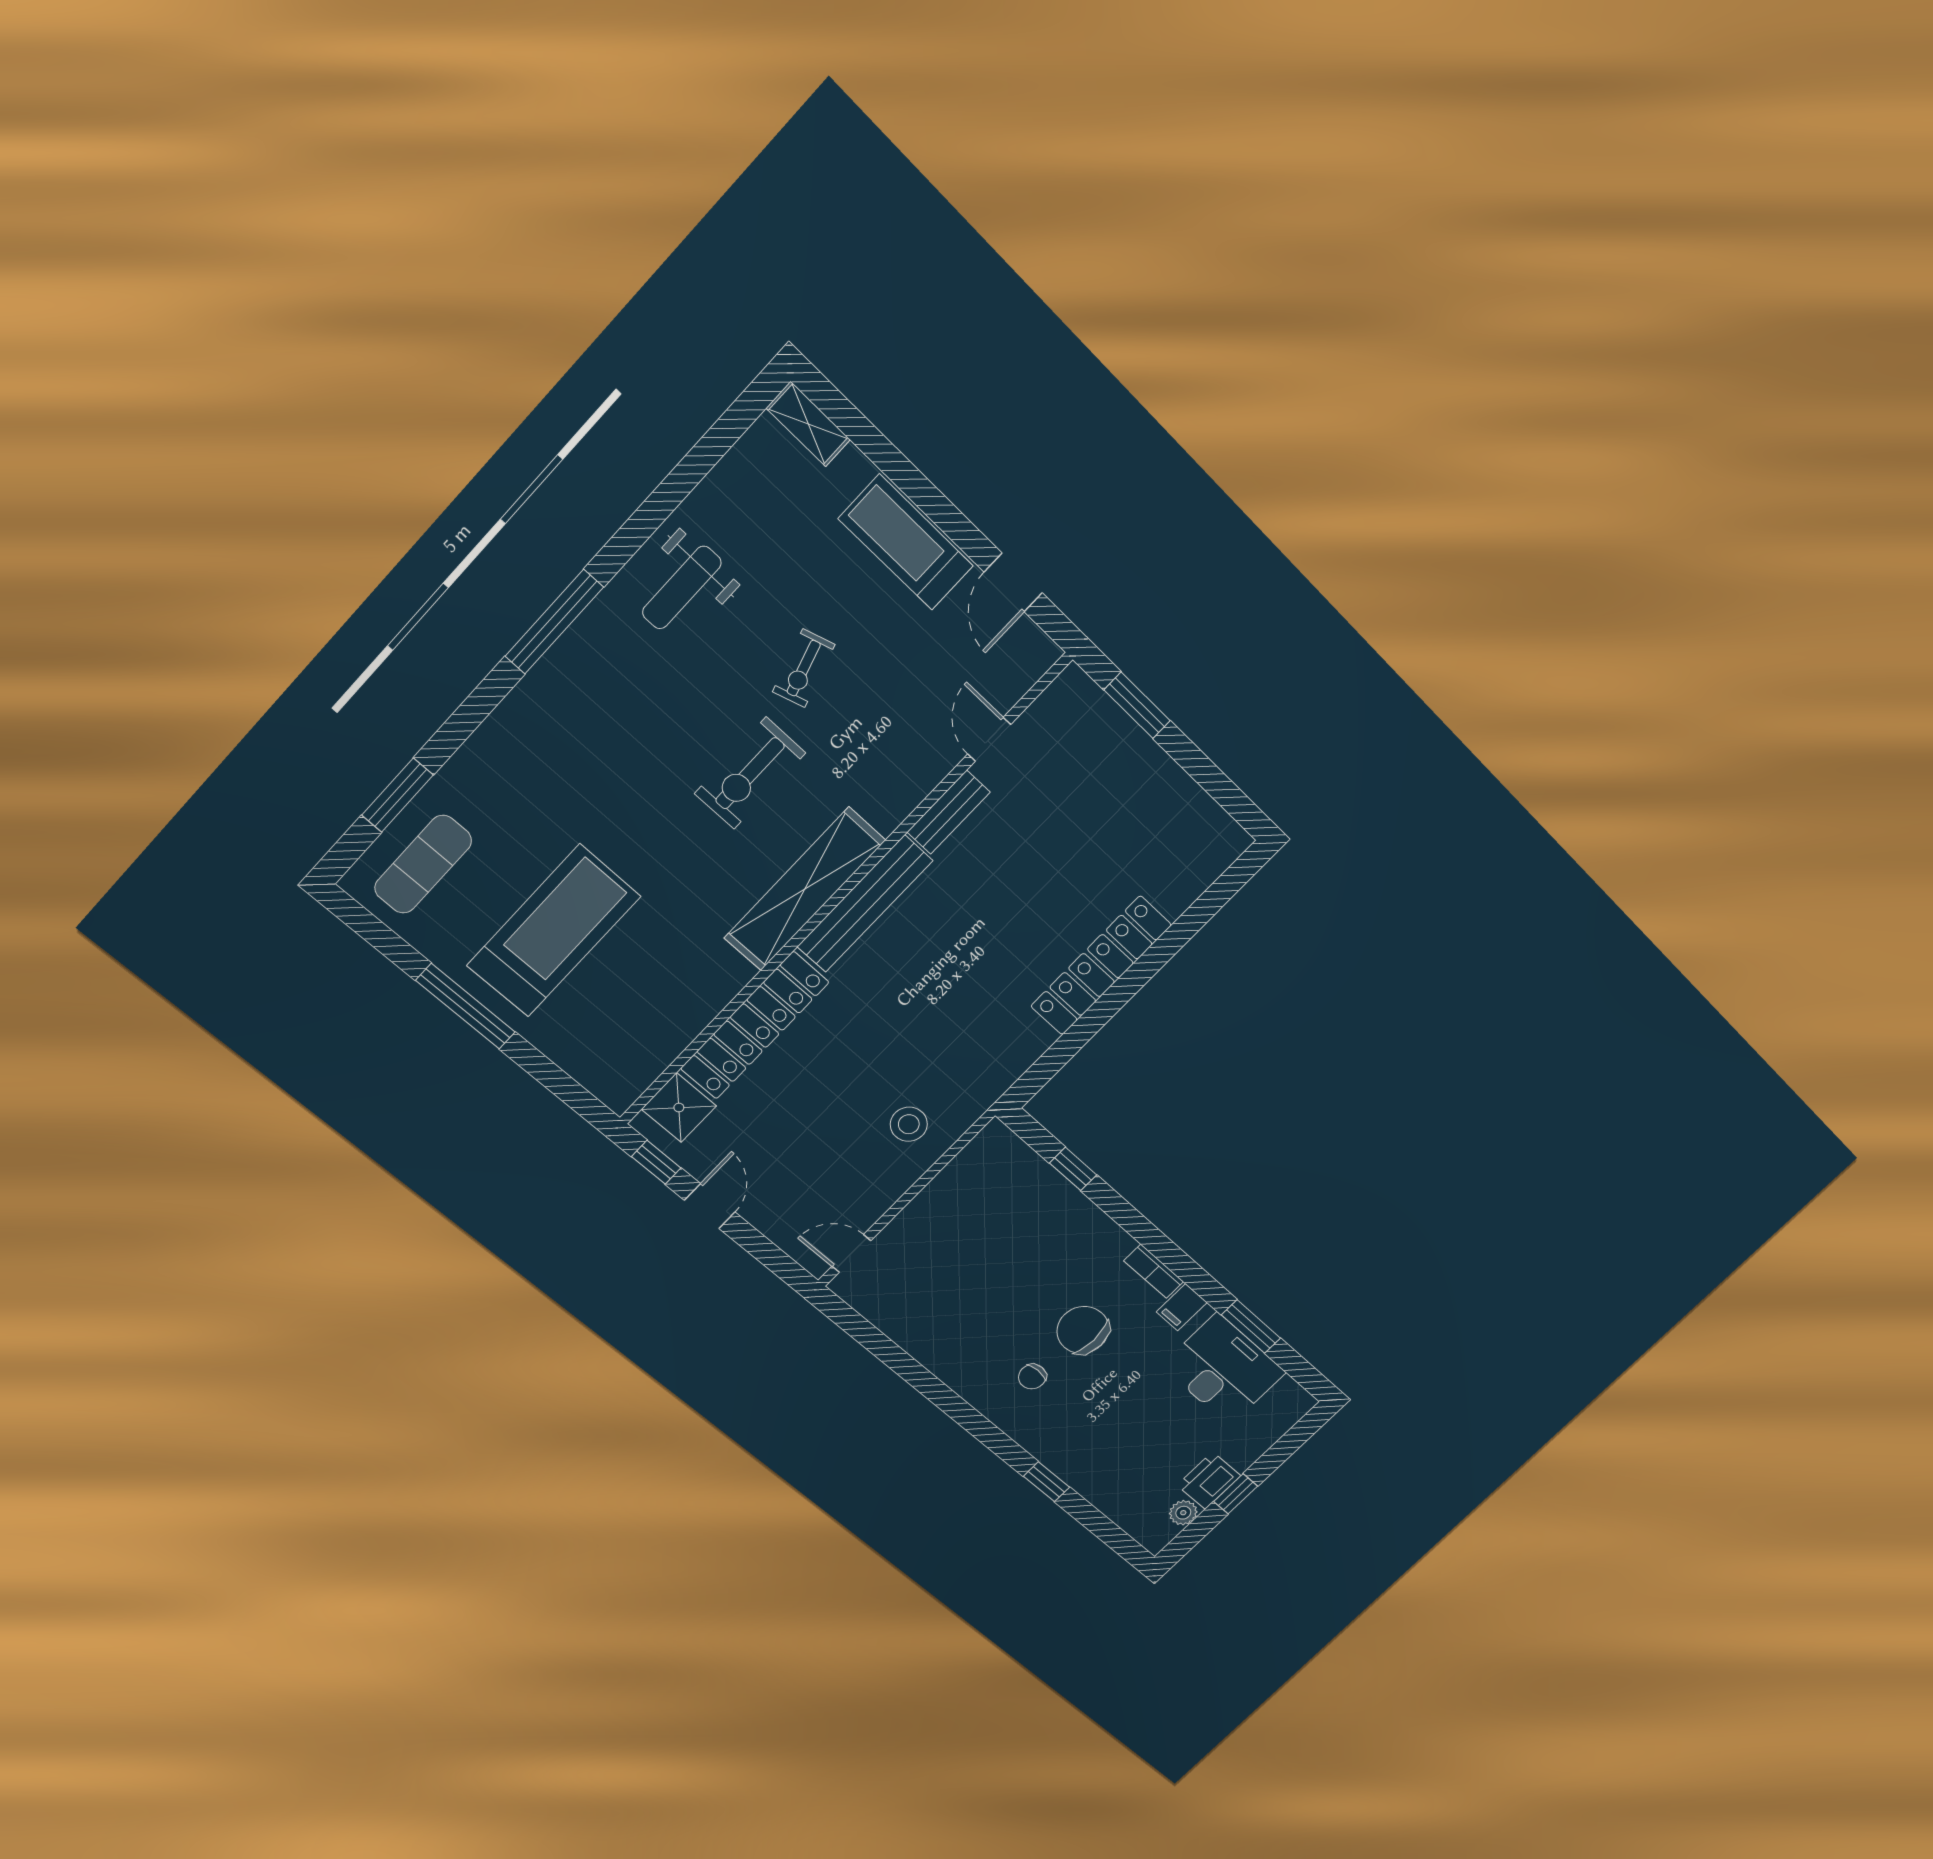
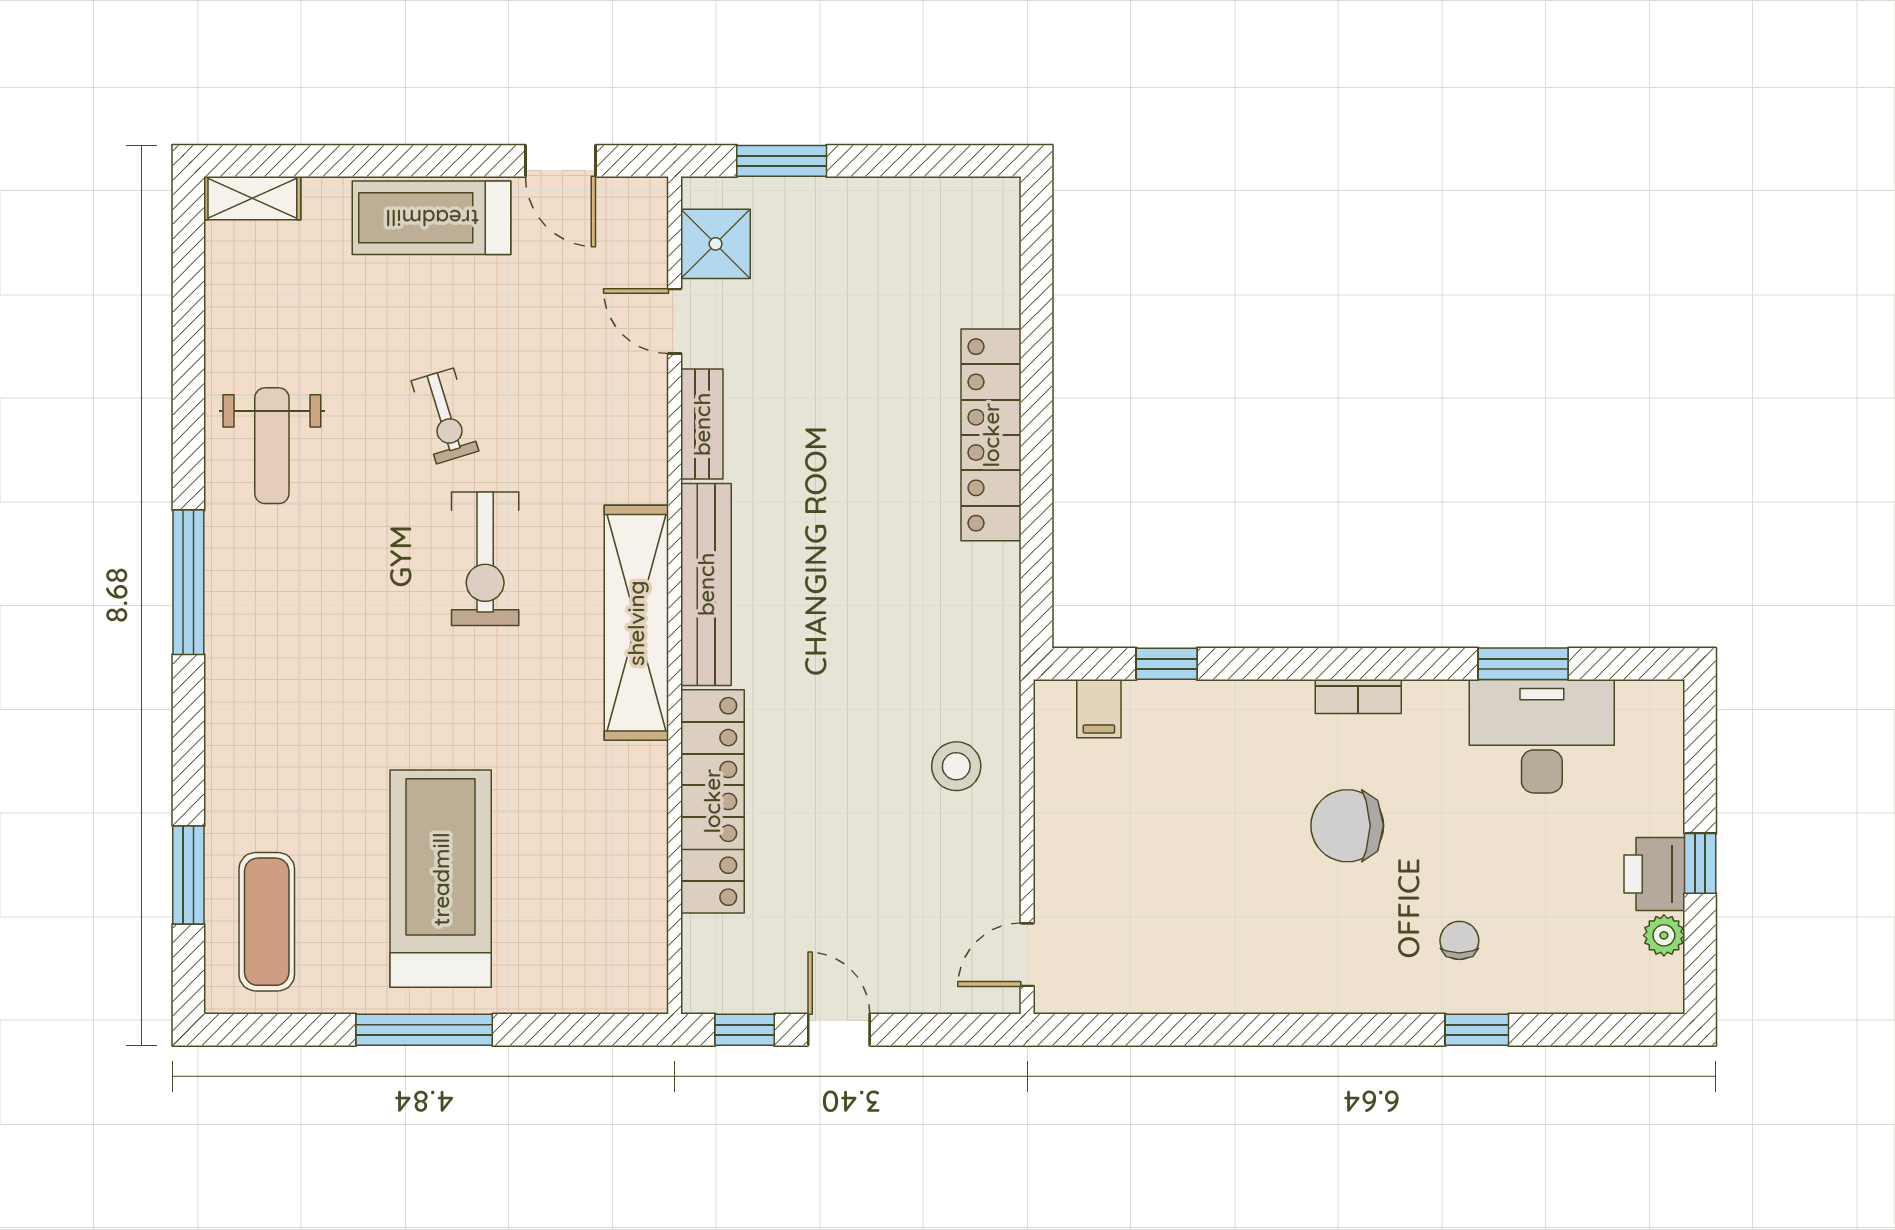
shower: (679, 1108) -> (716, 244), moved
filing cabinet: (1182, 1307) -> (1099, 709), moved
chair: (1032, 1377) -> (1459, 940), moved, turned 180

